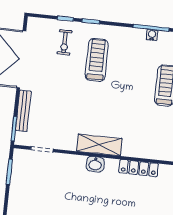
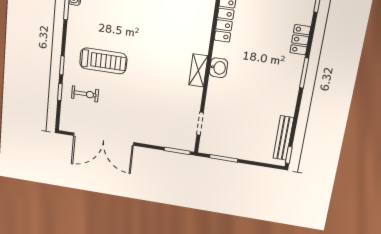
treadmill: (97, 60) -> (103, 61), turned 180
bench: (23, 111) -> (158, 140), removed
shelving: (99, 145) -> (198, 70), width x0.67, depth x0.75

